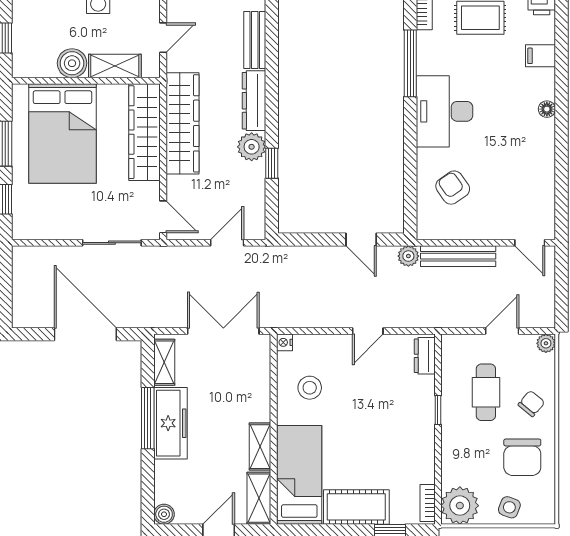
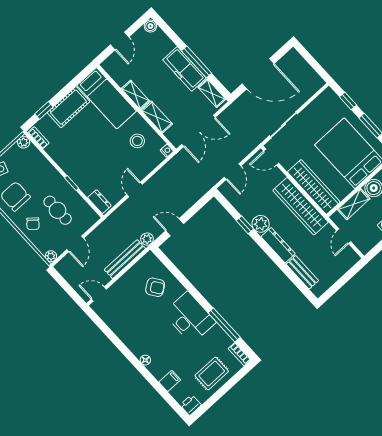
shelving: (259, 498) -> (157, 117), moved
plant: (460, 506) -> (24, 142), width x0.53, depth x0.53

